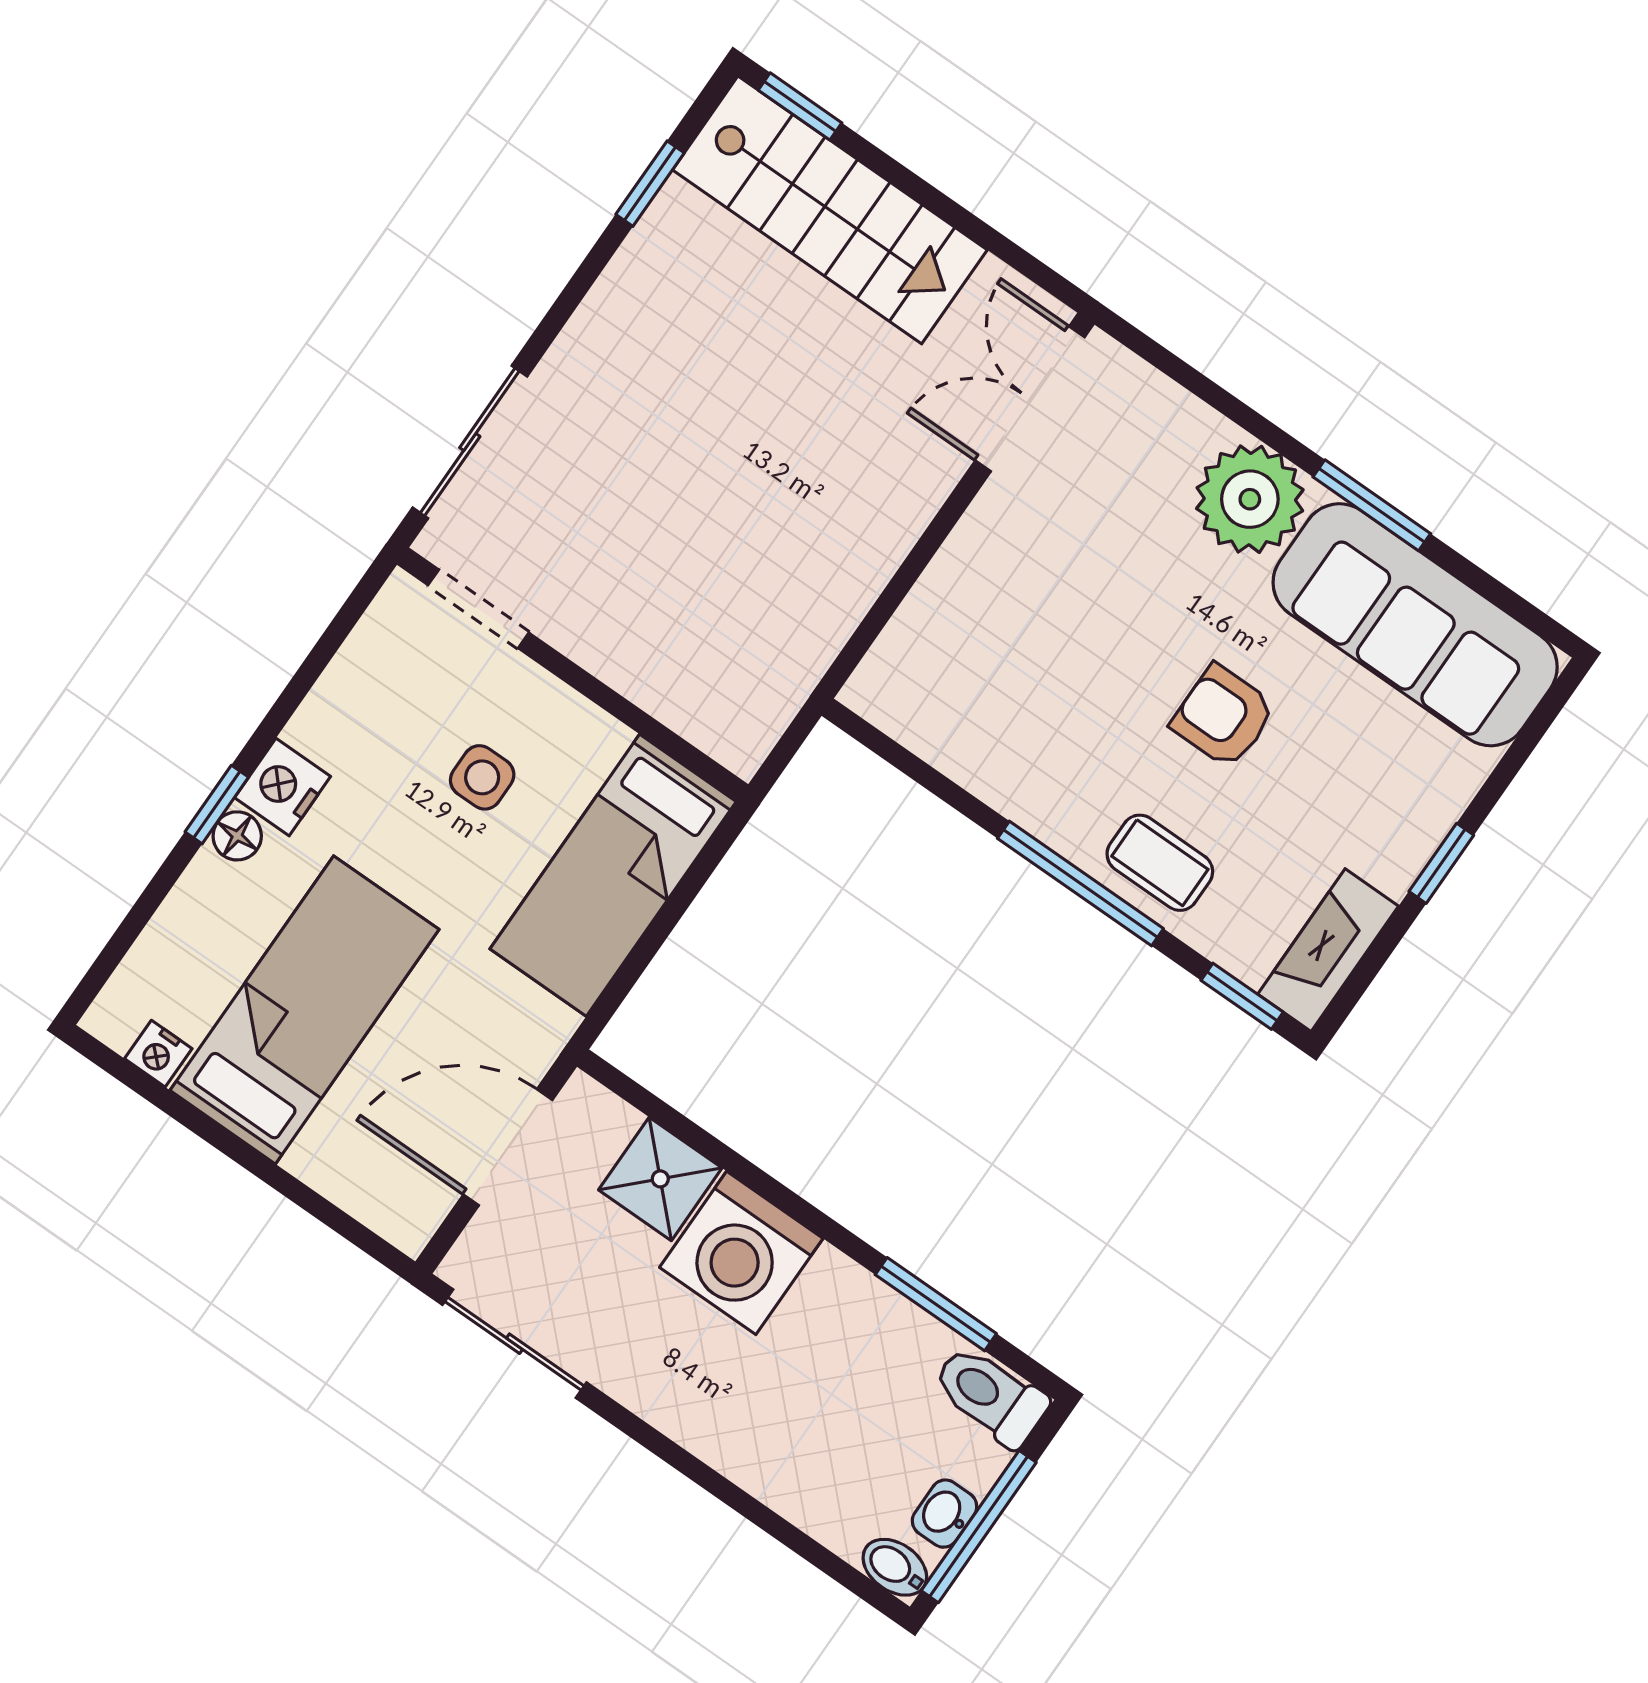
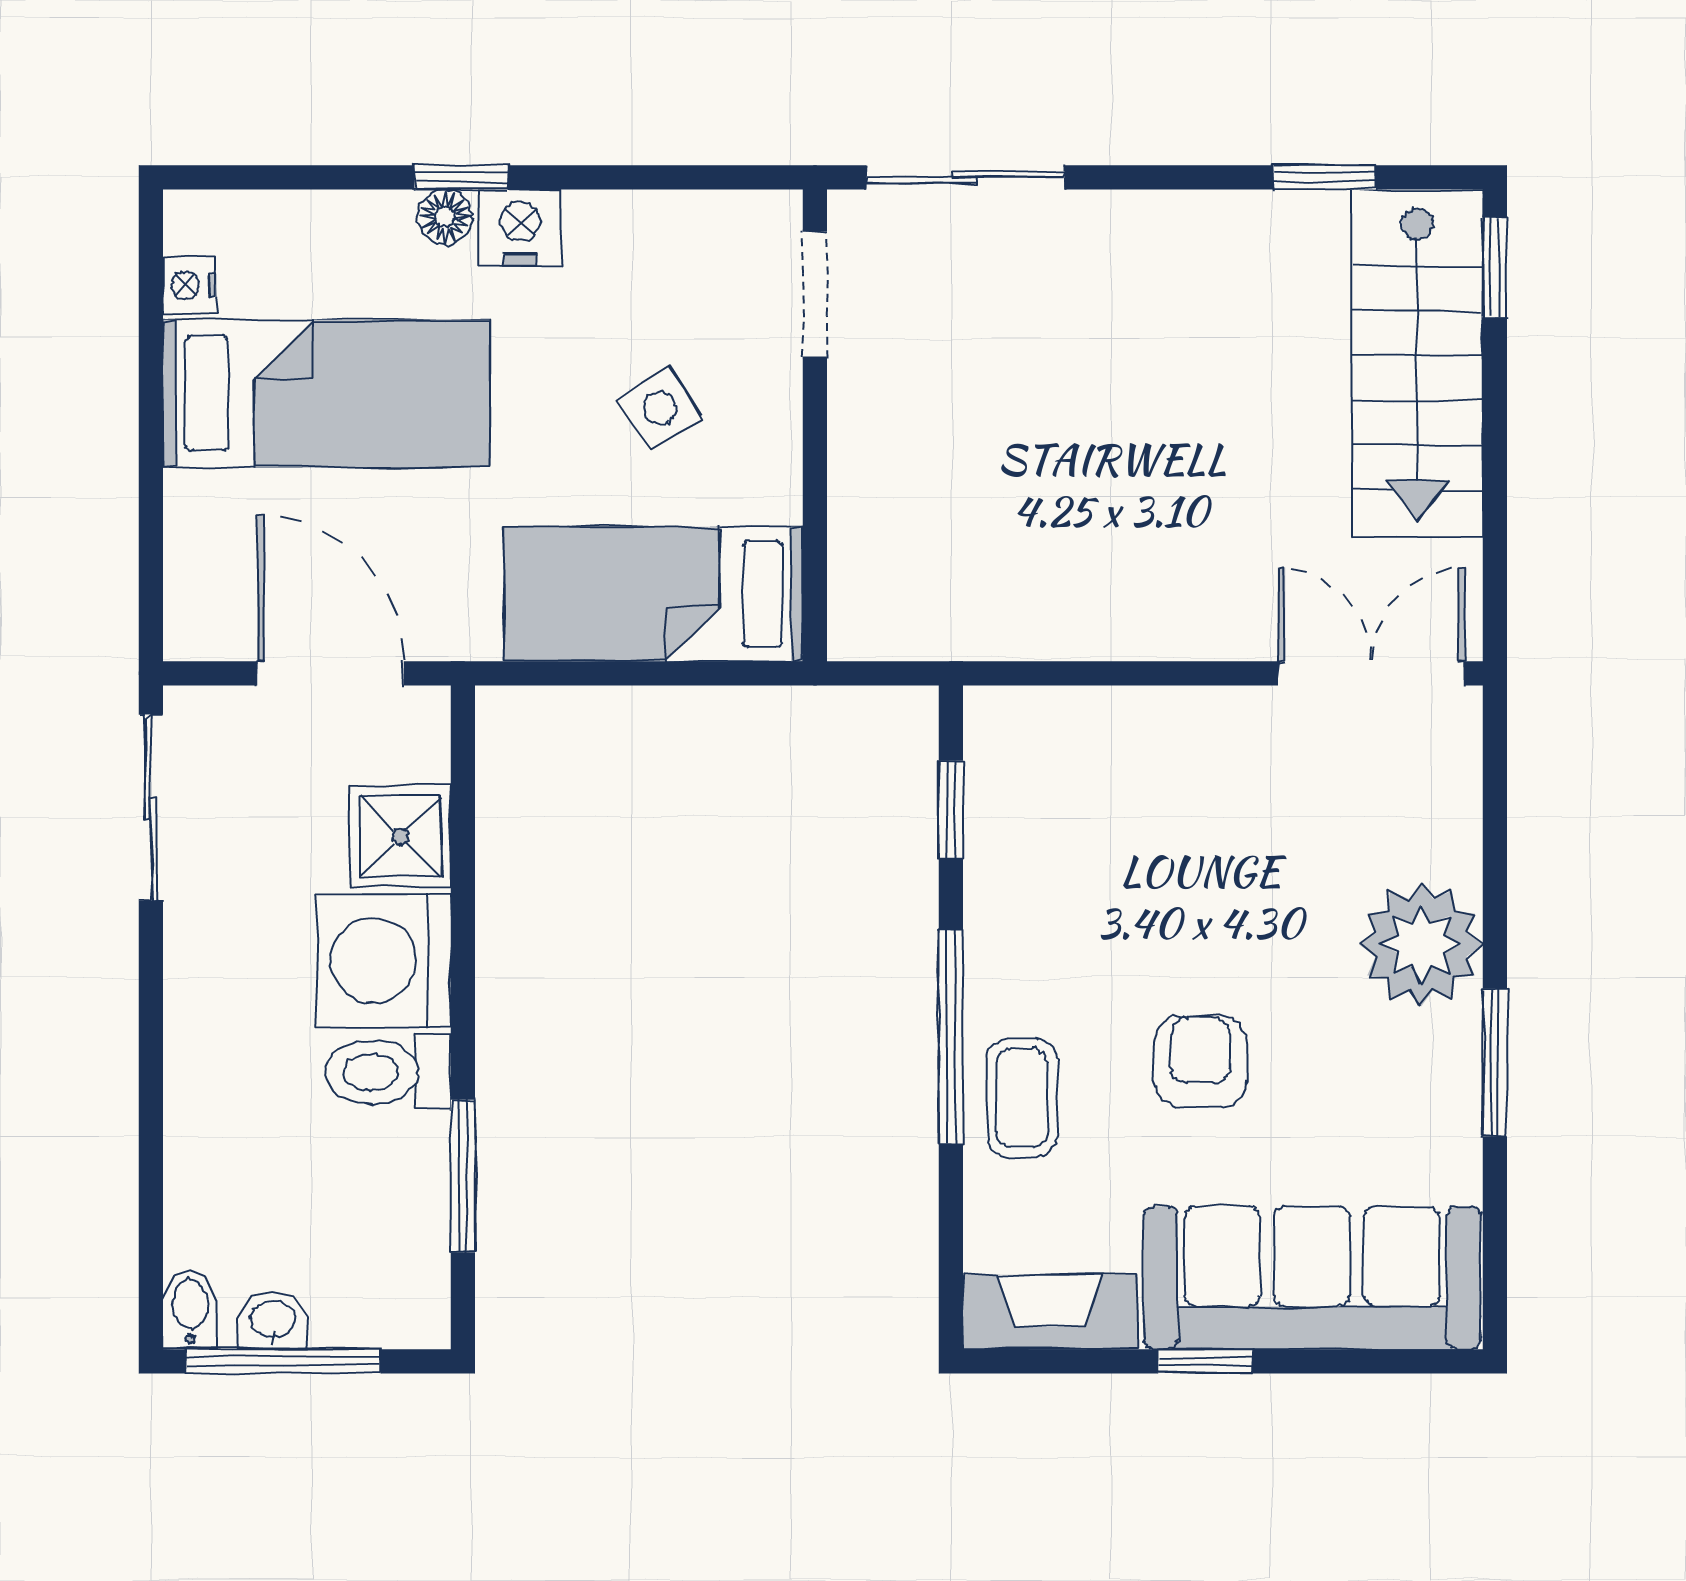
sofa: (1415, 625) -> (1312, 1278), moved, turned 90
side table: (482, 777) -> (660, 408), turned -33
window: (1242, 996) -> (951, 810), moved
toilet: (990, 1396) -> (388, 1072), moved, turned -90

